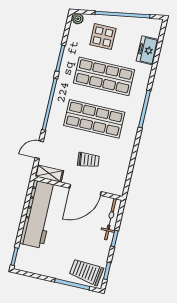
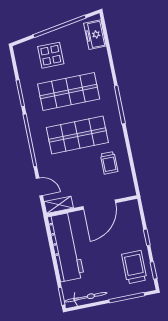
plant: (78, 19) -> (20, 49), removed
freezer: (148, 50) -> (95, 35), moved
door: (39, 150) -> (39, 187), swing flipped
trolley: (88, 160) -> (109, 163), moved, turned 96
bicycle: (110, 219) -> (86, 297), moved, turned 90
trolley: (86, 272) -> (134, 267), moved, turned 82

